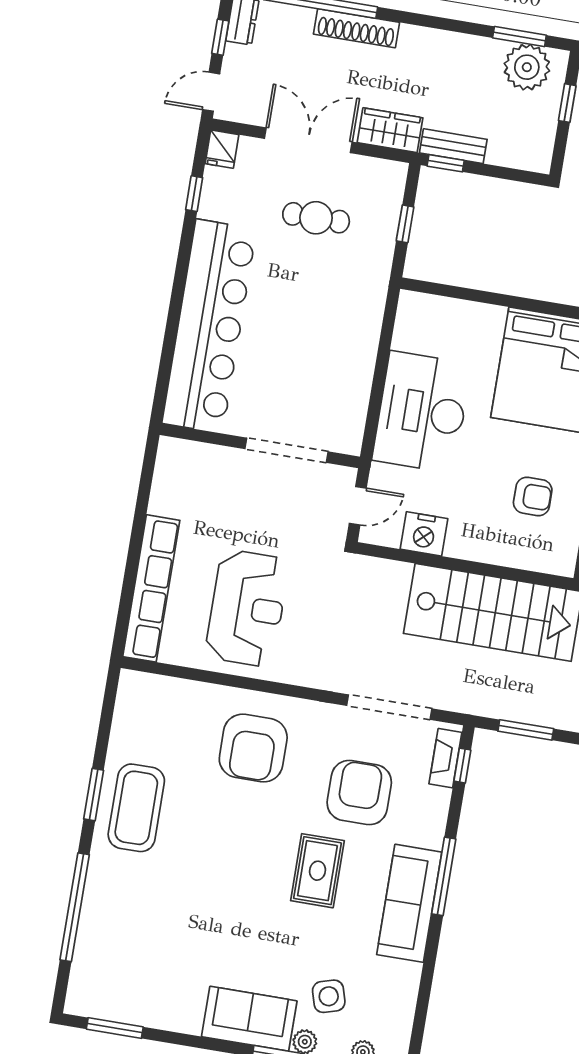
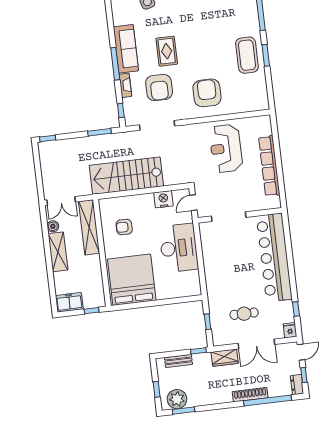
bench: (453, 146) -> (178, 361), moved
row of seats: (151, 588) -> (269, 166), moved
fireplace: (445, 758) -> (125, 85), moved

